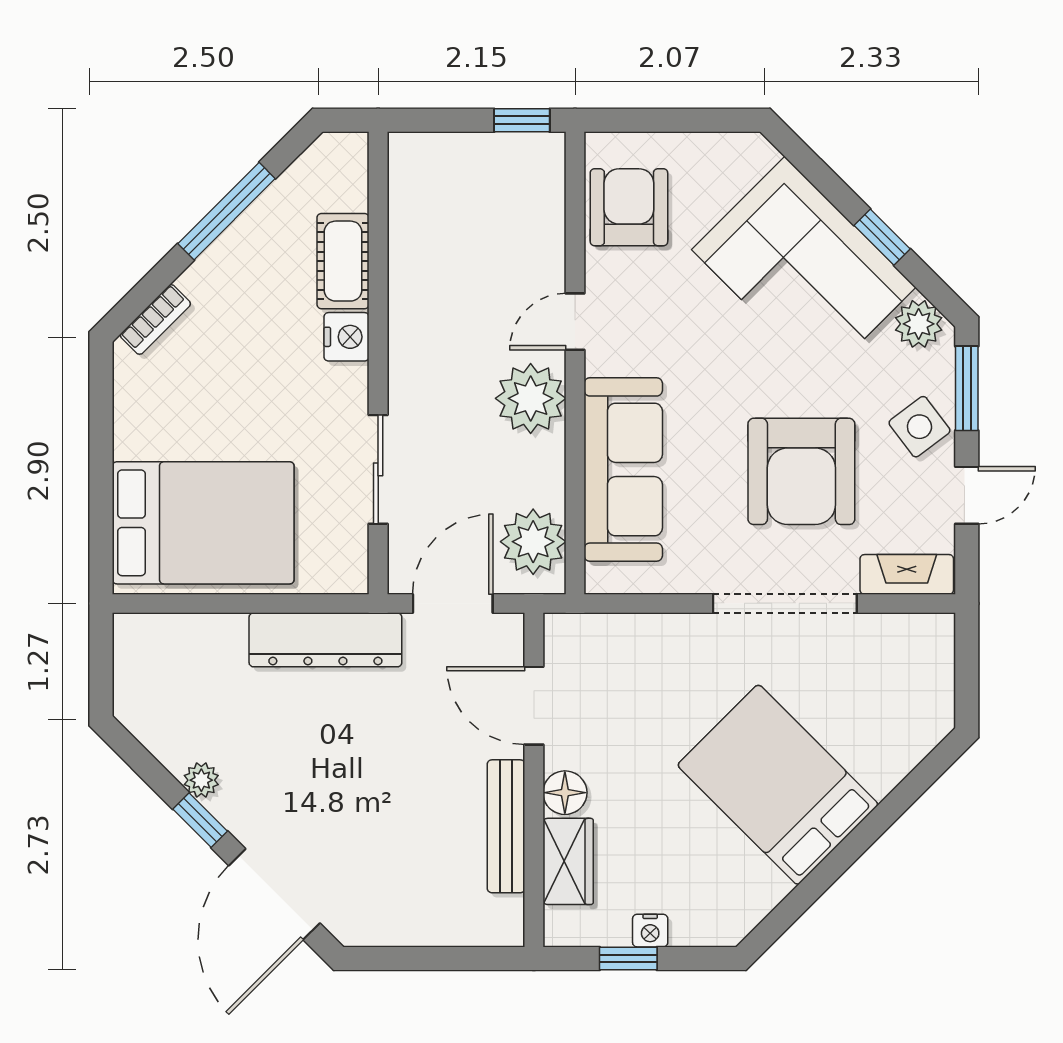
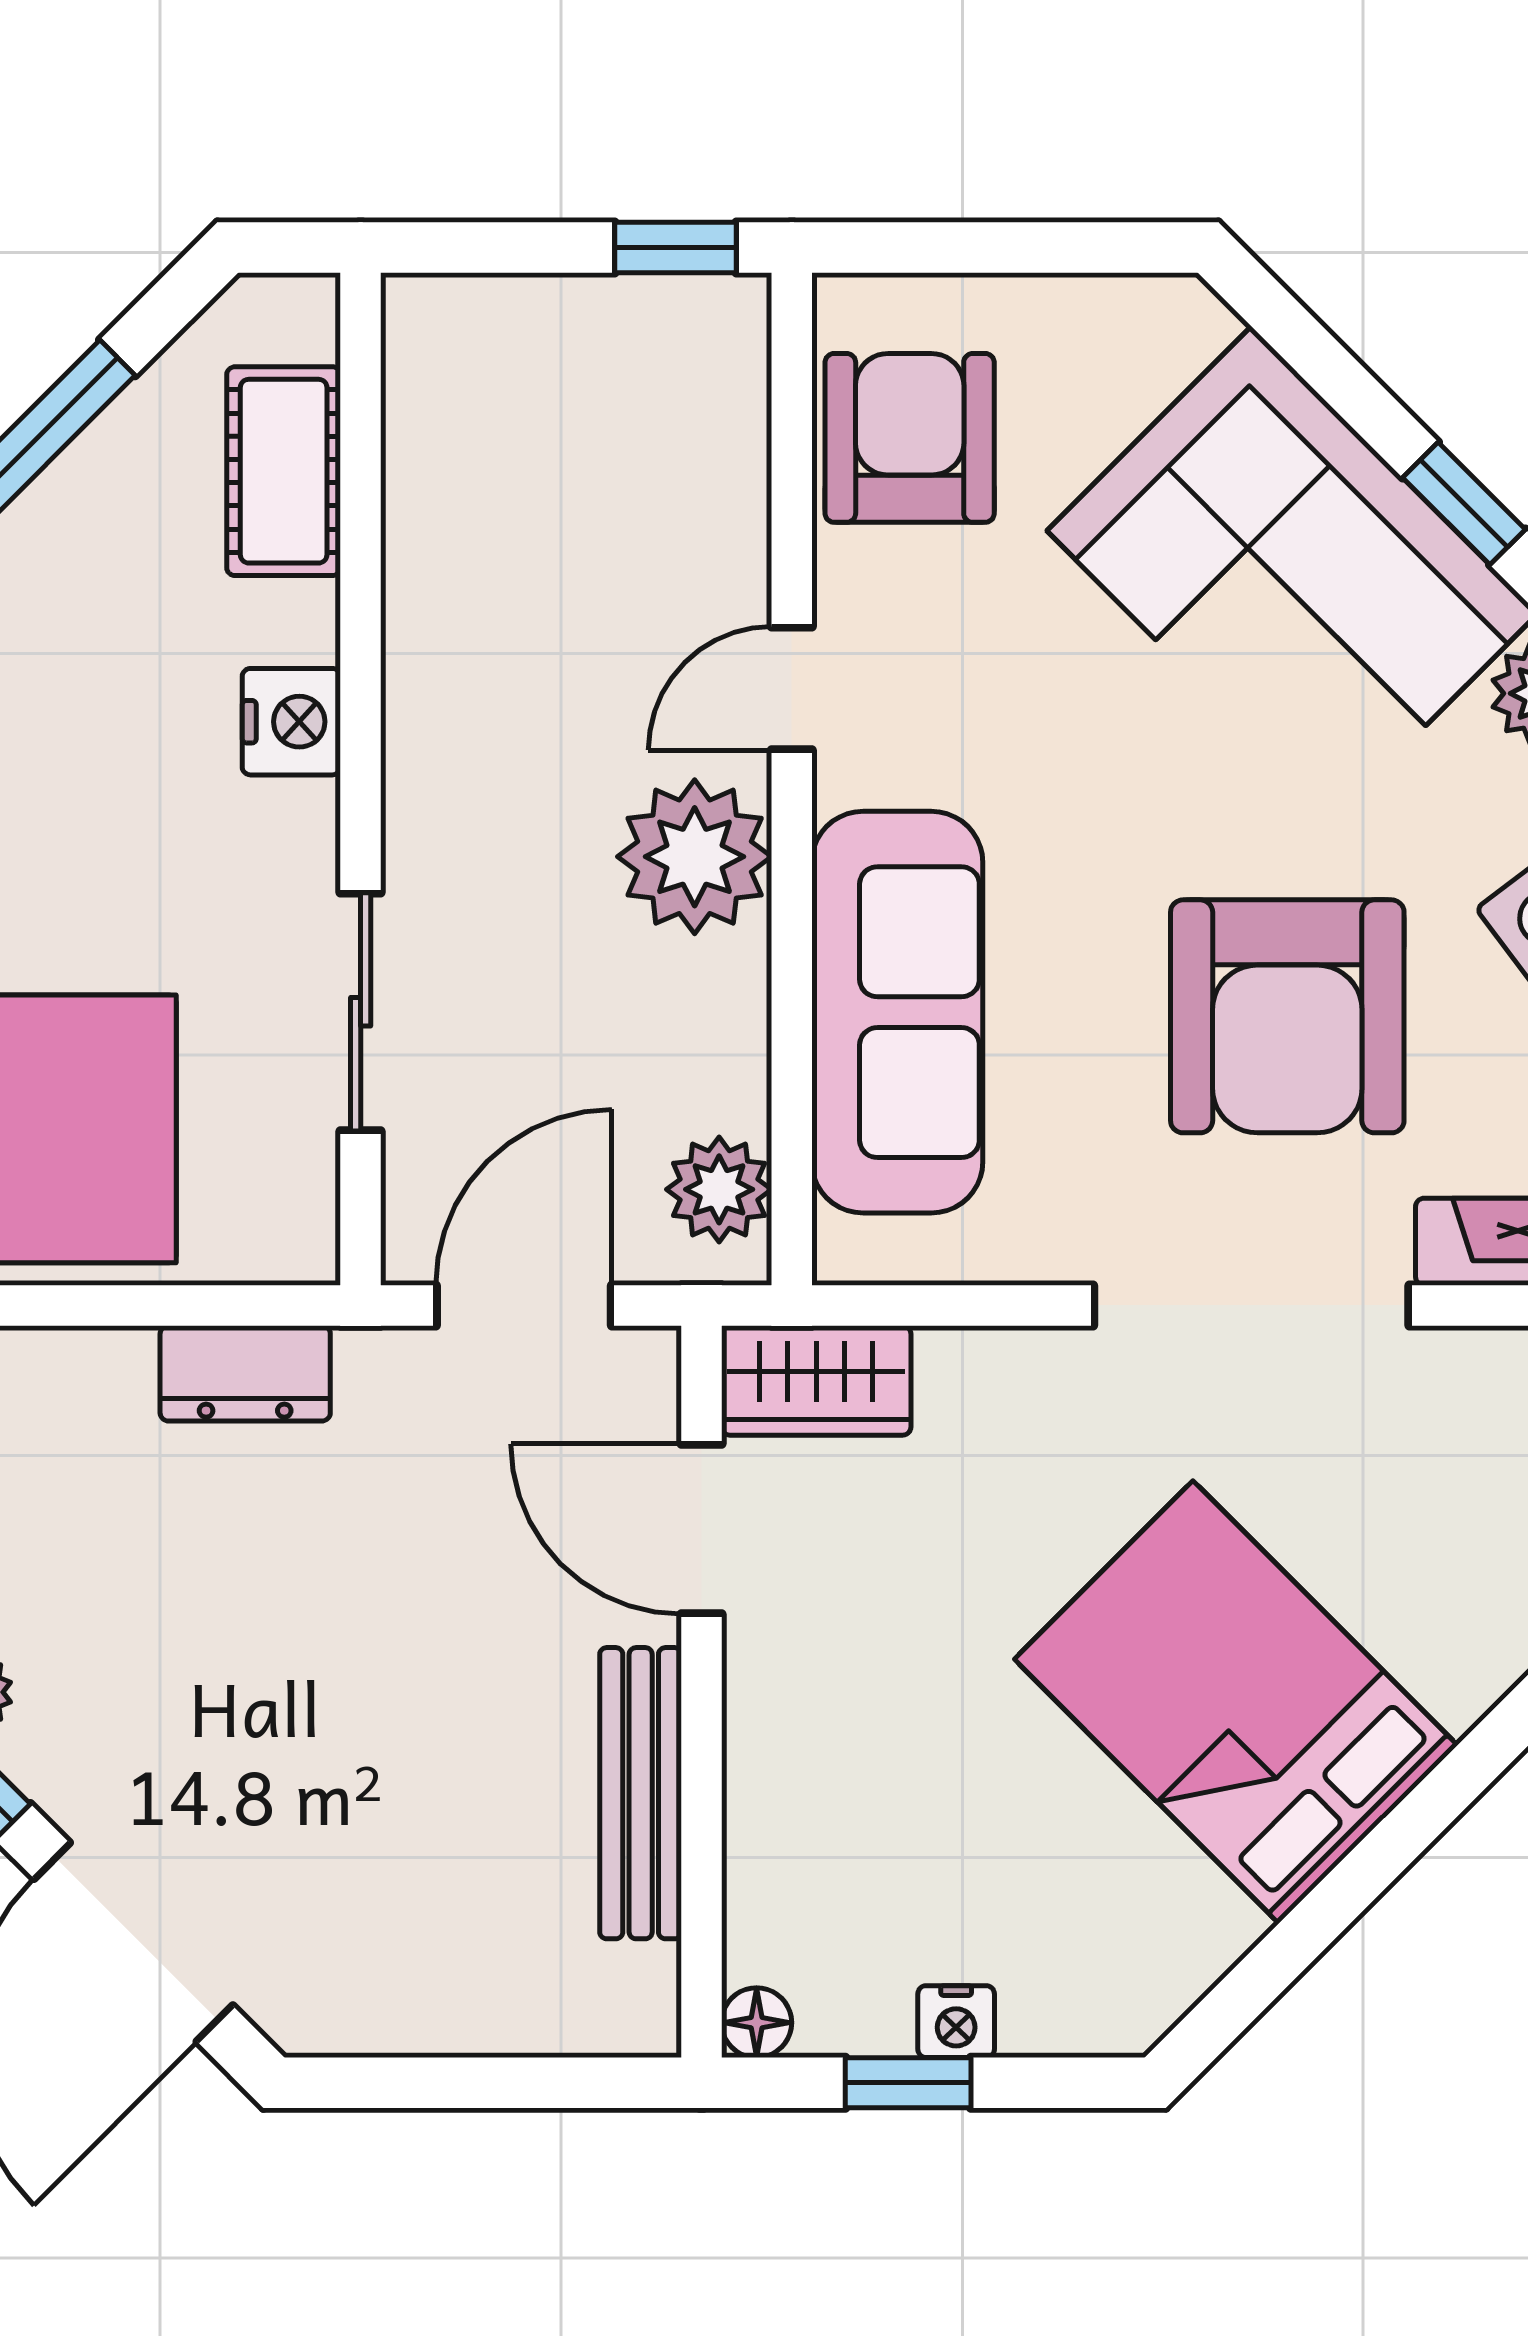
cot: (343, 261) -> (284, 471), moved
plant: (533, 542) -> (719, 1189), width x0.73, depth x0.73
dresser: (325, 640) -> (245, 1373), width x0.51, depth x0.80
floor lamp: (565, 793) -> (757, 2023), moved, width x0.73, depth x0.73
wardrobe: (568, 861) -> (816, 1380), moved, turned 90

